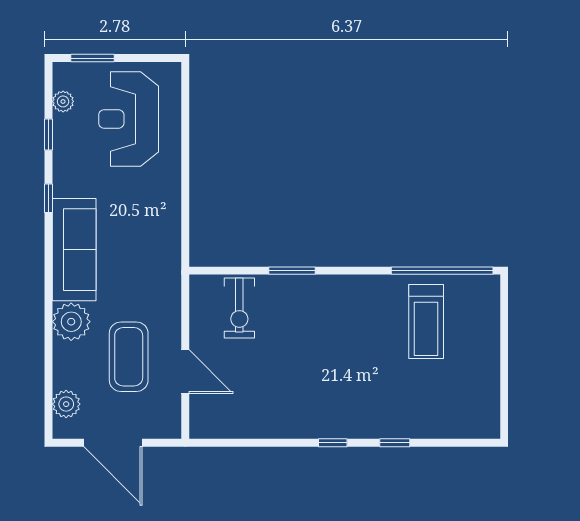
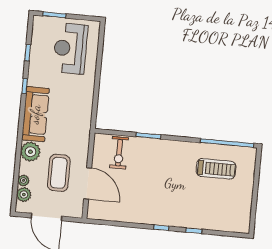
plant: (63, 101) -> (23, 180), moved
treadmill: (426, 321) -> (216, 169), turned -90
door: (185, 372) -> (88, 183), width x1.36

